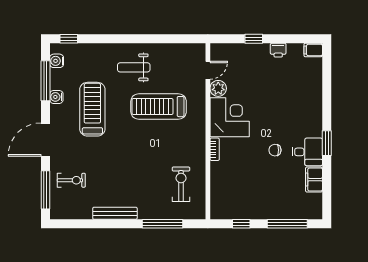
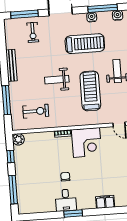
plant: (218, 88) -> (18, 139), moved
weight bench: (139, 152) -> (57, 80), added
filing cabinet: (314, 180) -> (105, 202), moved

